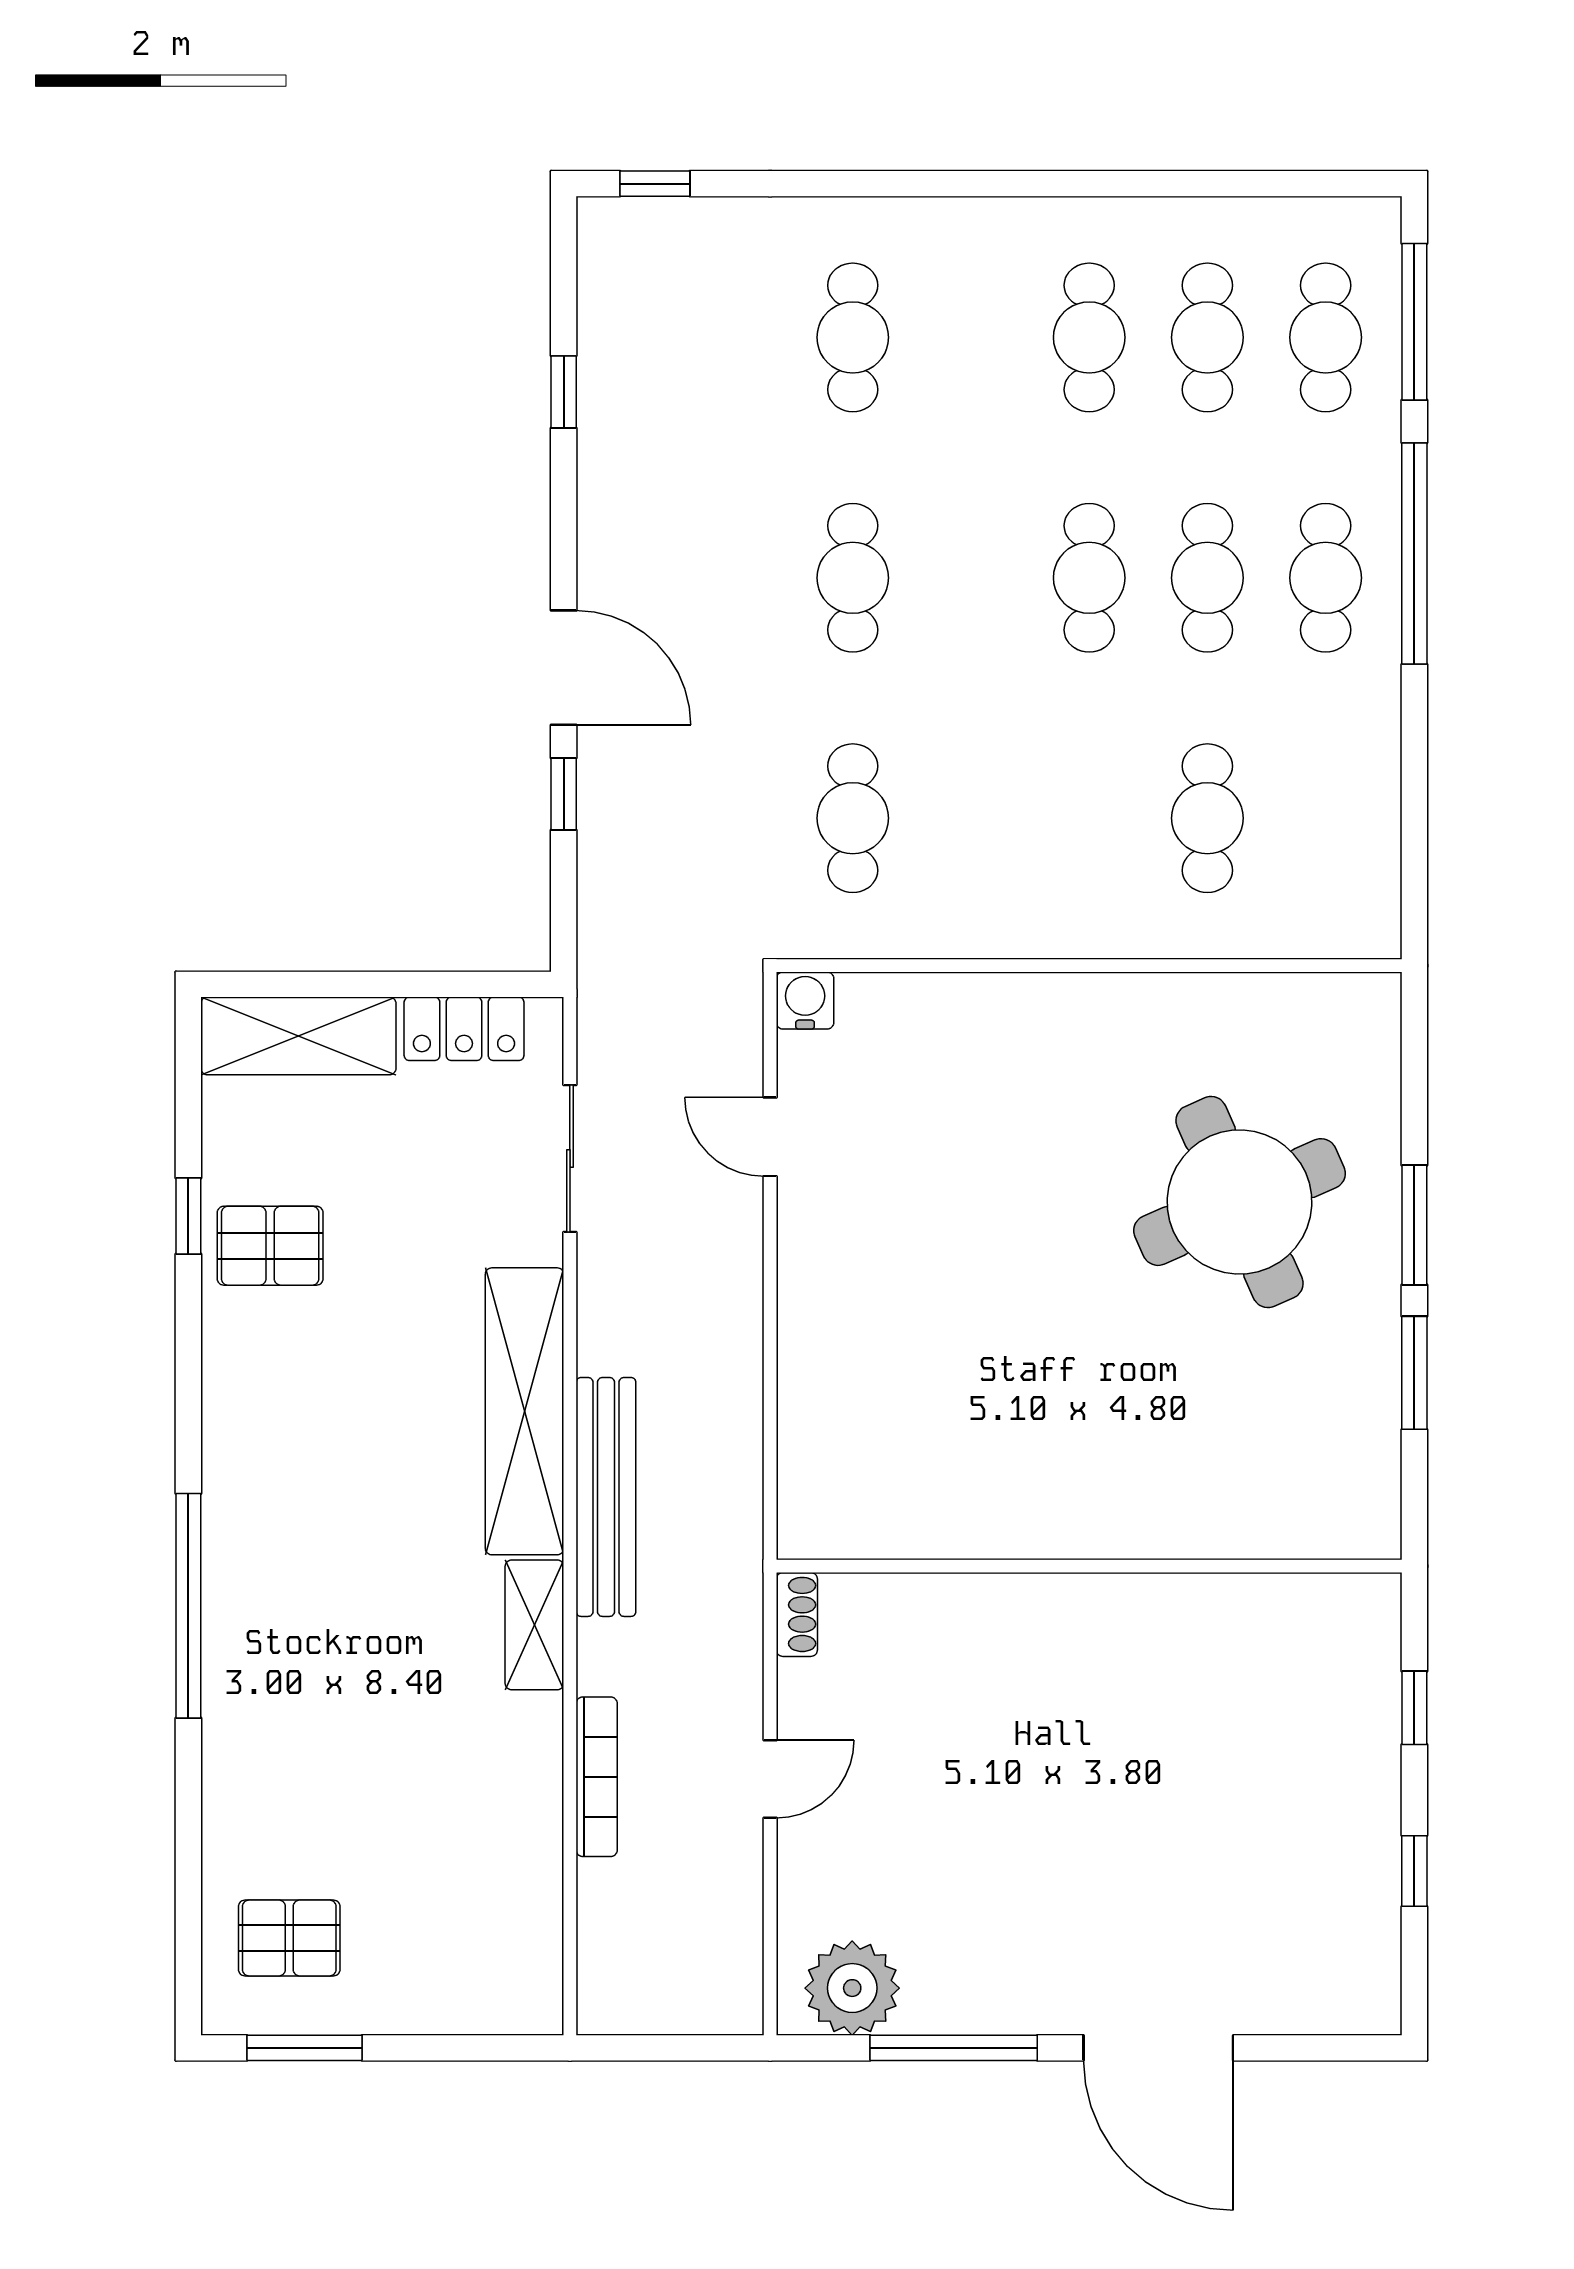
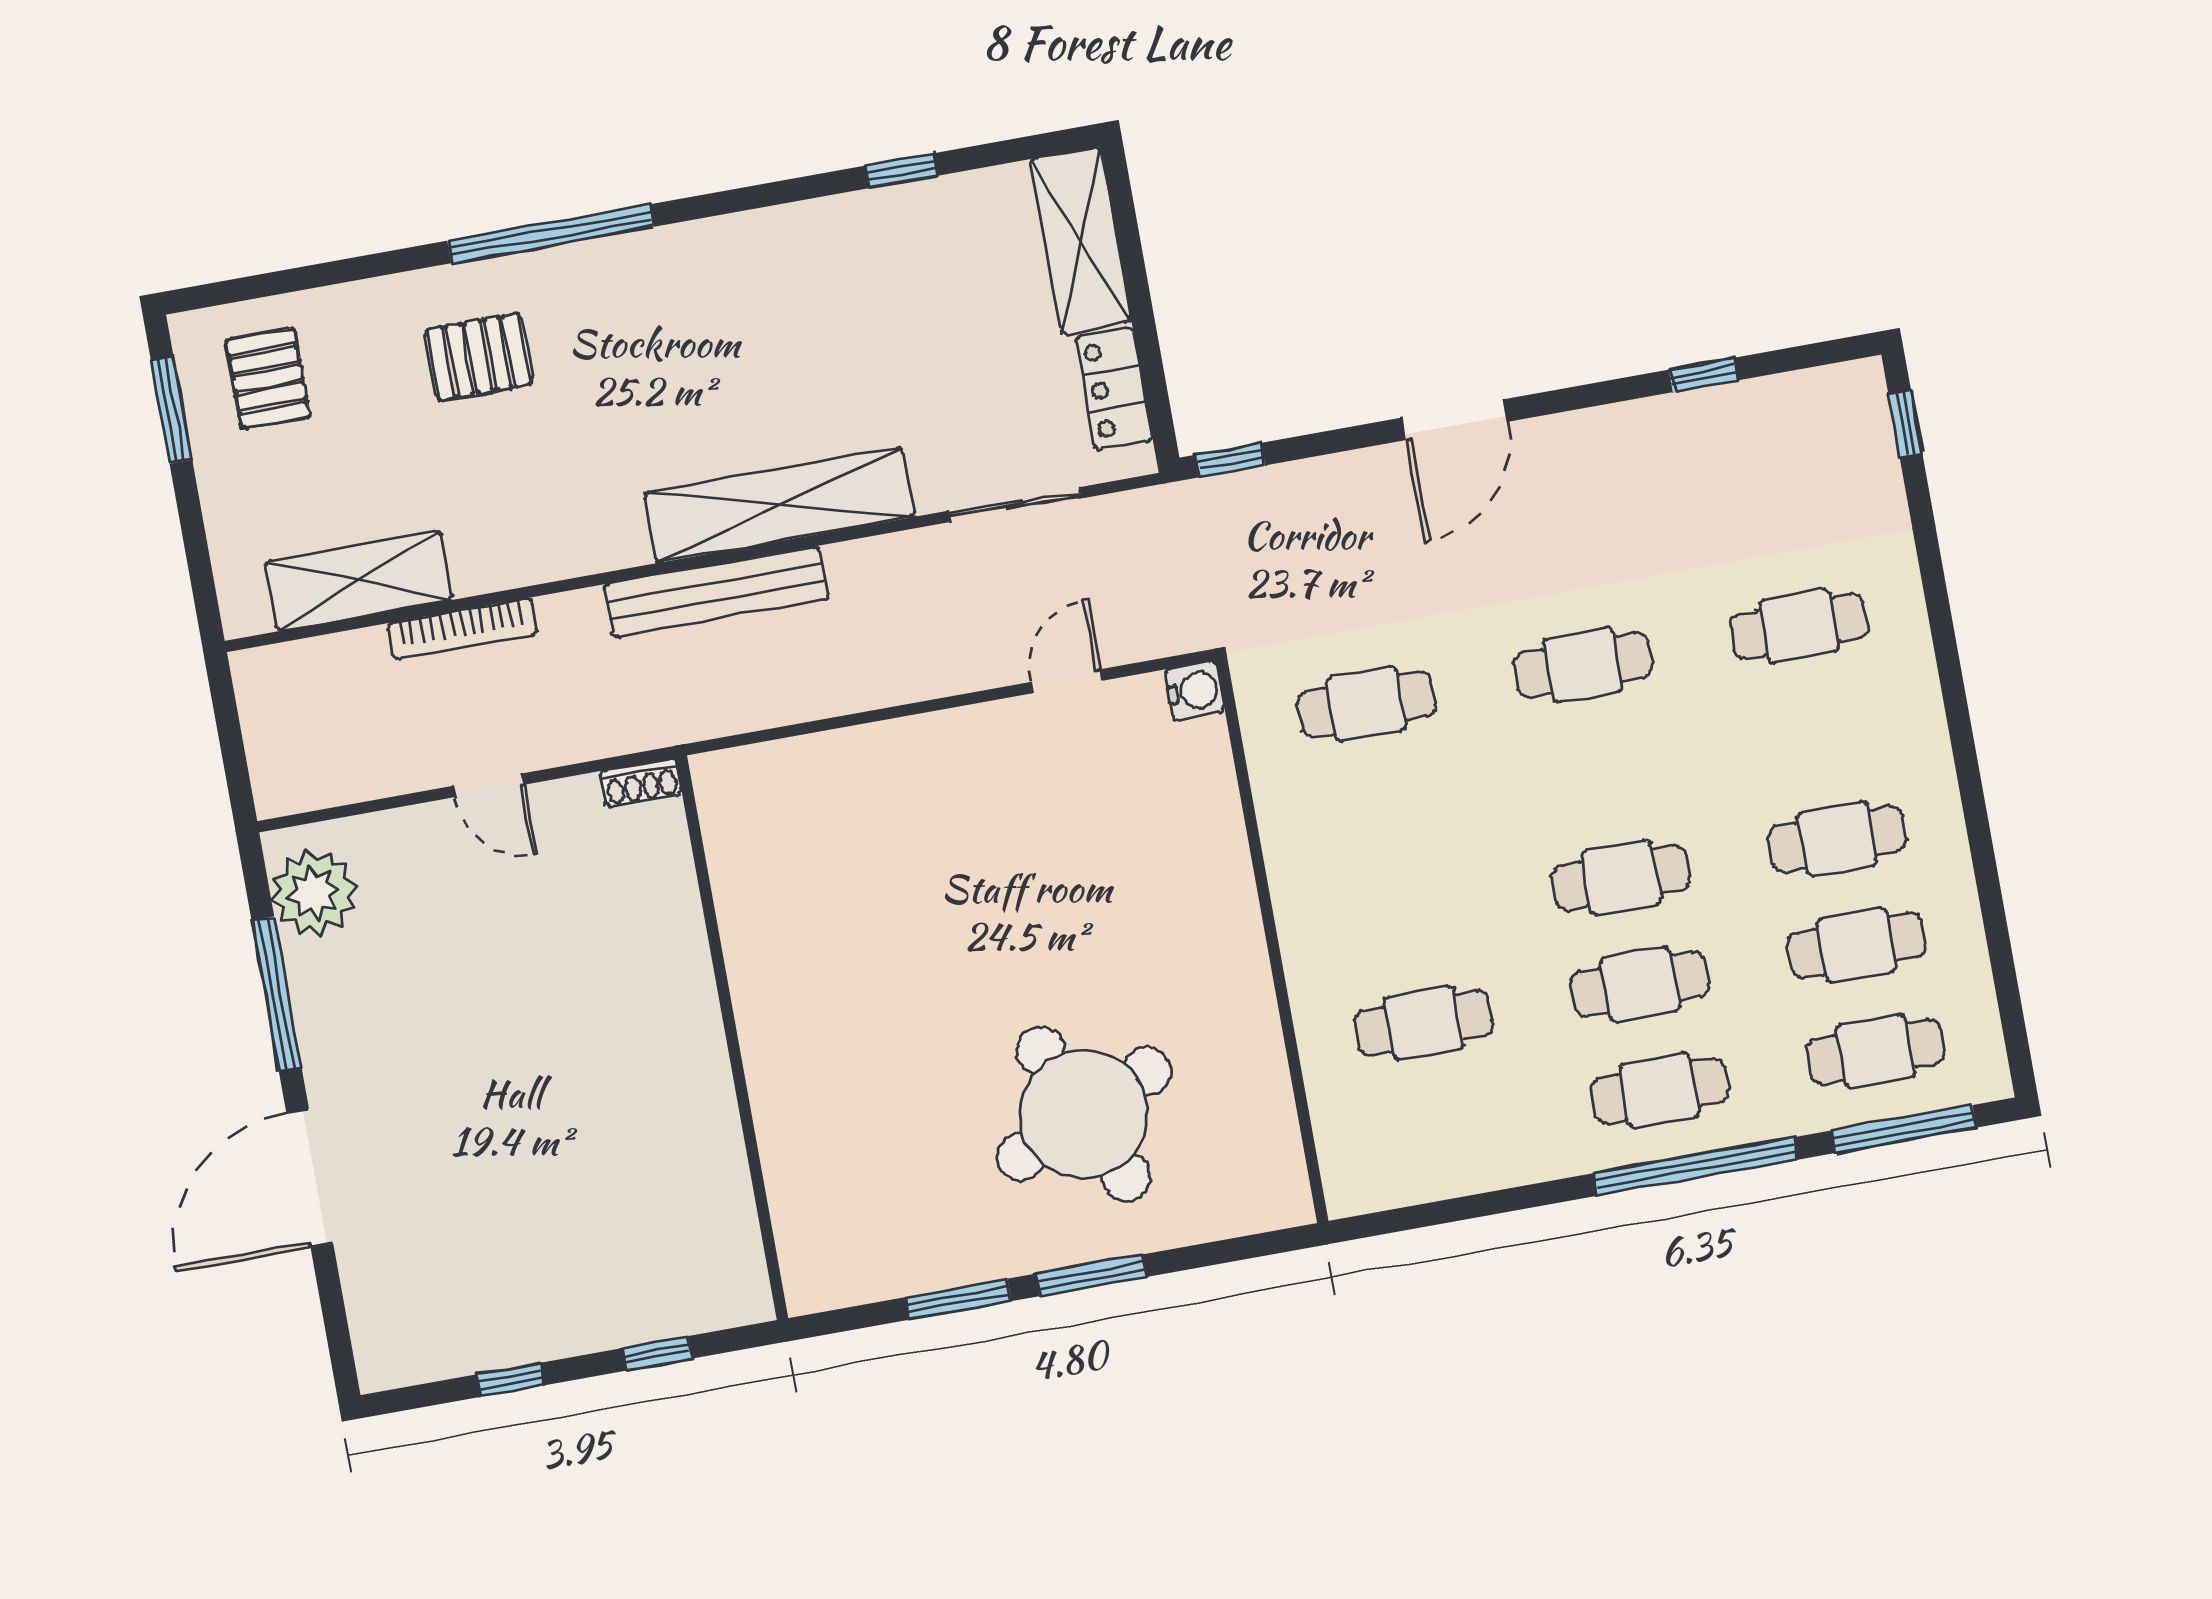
window: (564, 794) -> (1231, 460), moved
pallet: (270, 1246) -> (479, 357), moved, turned 90
shelving: (534, 1625) -> (359, 581), moved, width x1.50, depth x1.33

